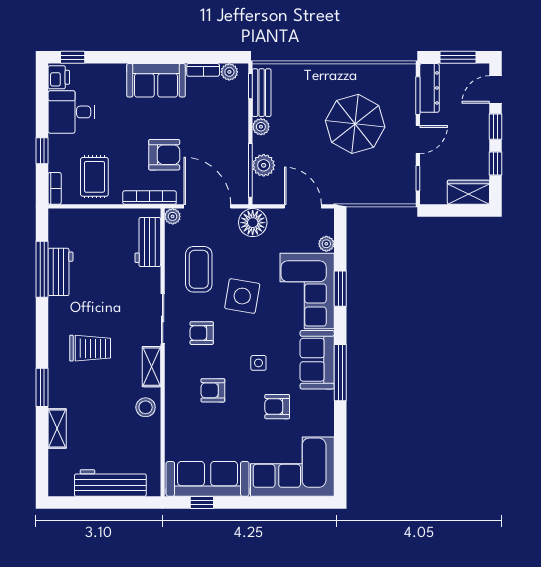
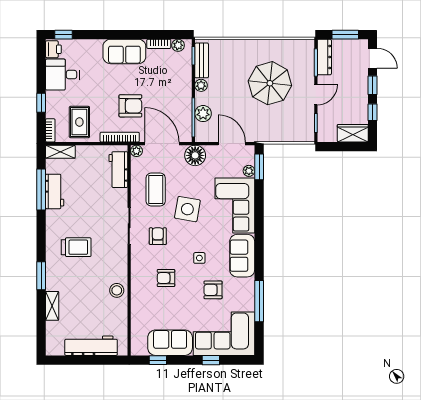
door: (495, 89) -> (373, 58), swing flipped
window: (340, 289) -> (259, 167), moved
armchair: (202, 333) -> (158, 236), turned 90
shelving: (151, 367) -> (60, 152), moved, turned 90
window: (340, 373) -> (259, 301), moved
sofa: (208, 479) -> (170, 343), width x0.73
window: (274, 503) -> (211, 360), added

